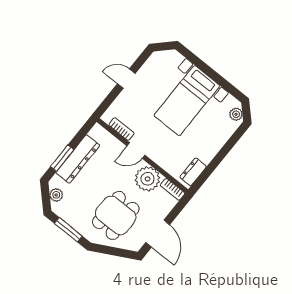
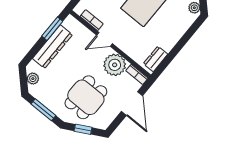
window: (62, 158) -> (52, 29), moved
door: (158, 234) -> (132, 103), moved
window: (113, 251) -> (83, 129), added

